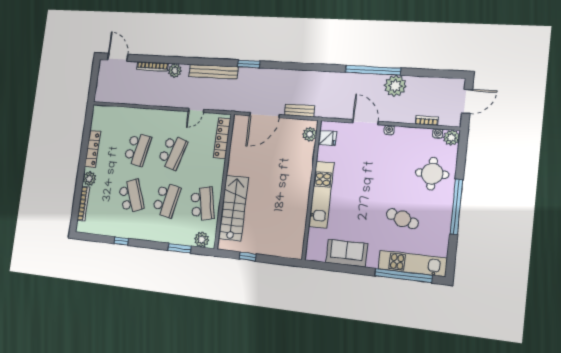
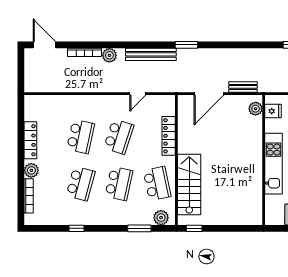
locker: (222, 138) -> (169, 136), moved
school desk: (131, 196) -> (81, 184), turned 36
window: (248, 257) -> (194, 228), moved

